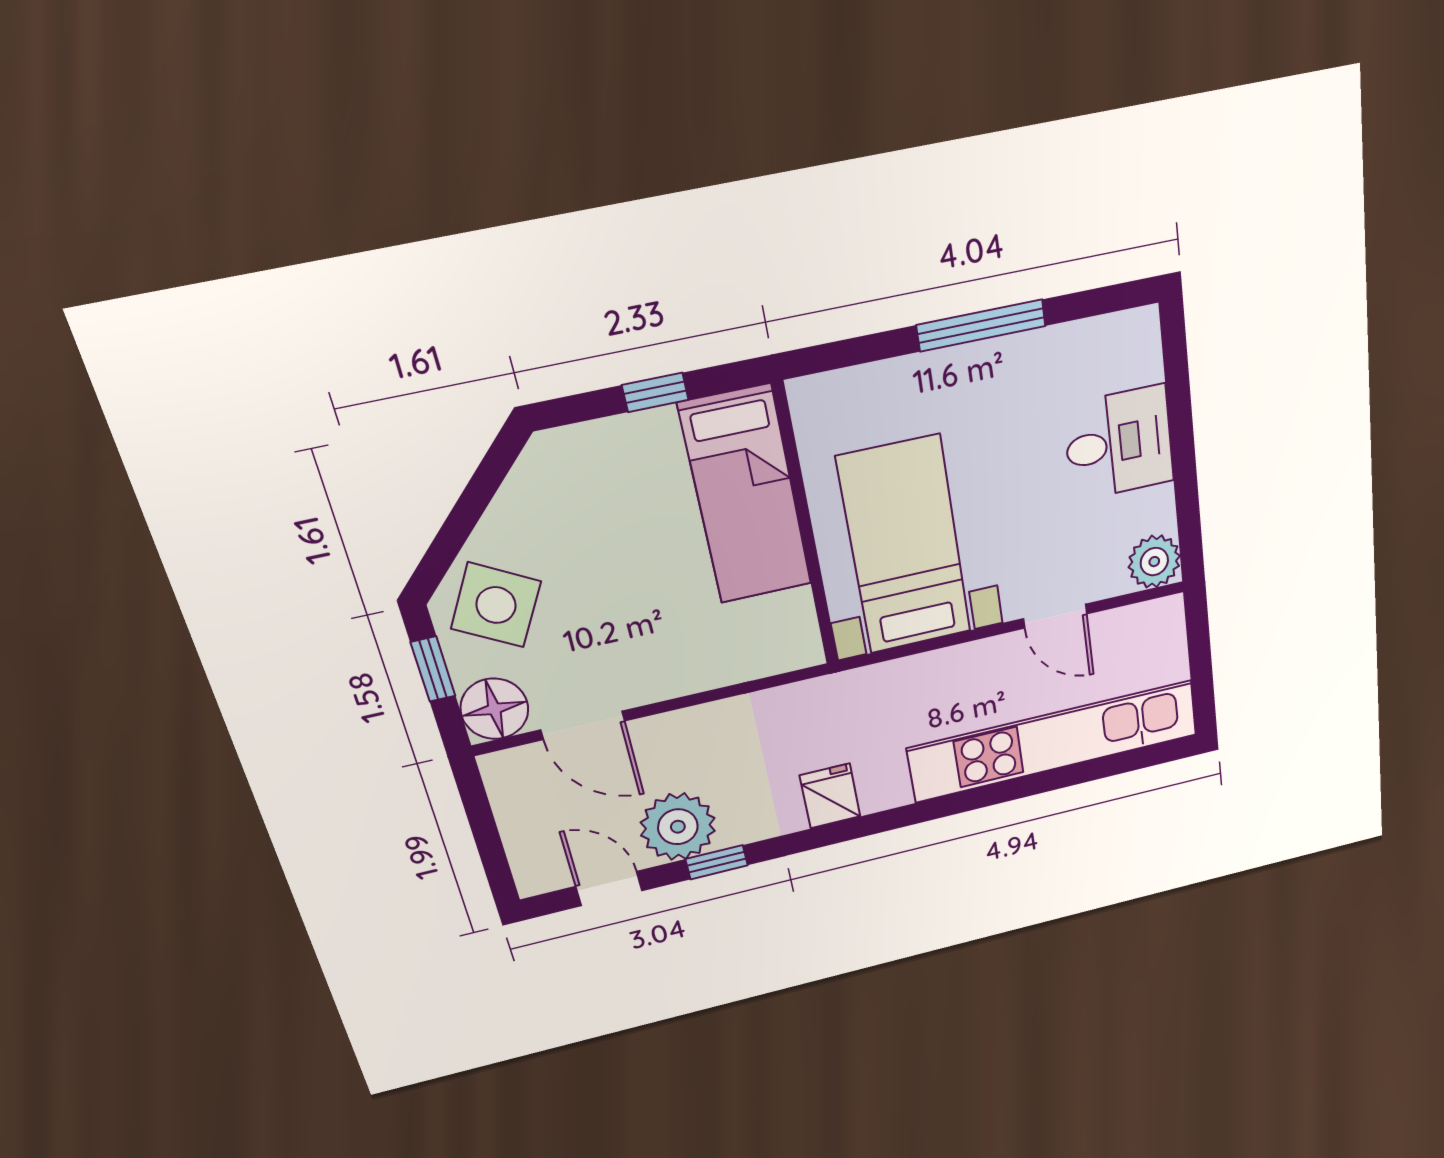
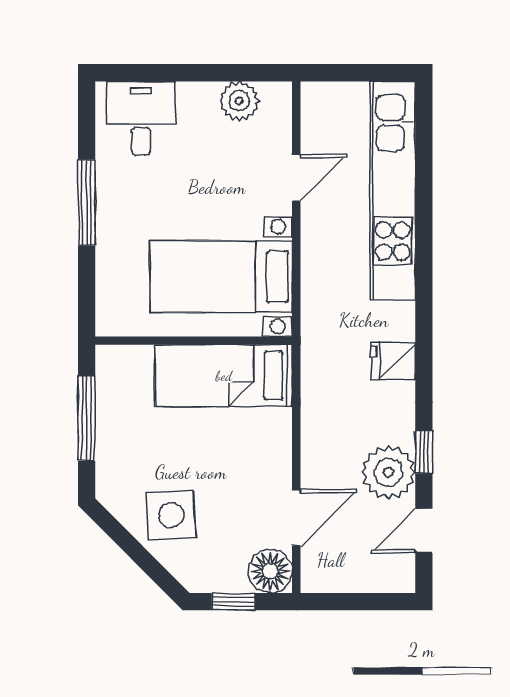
window: (655, 392) -> (87, 418), width x2.17
desk: (1119, 443) -> (141, 118), moved
bed: (746, 495) -> (224, 376), moved, turned 180
plant: (1154, 562) -> (239, 101), moved
side table: (496, 605) -> (171, 515), moved, turned -32

